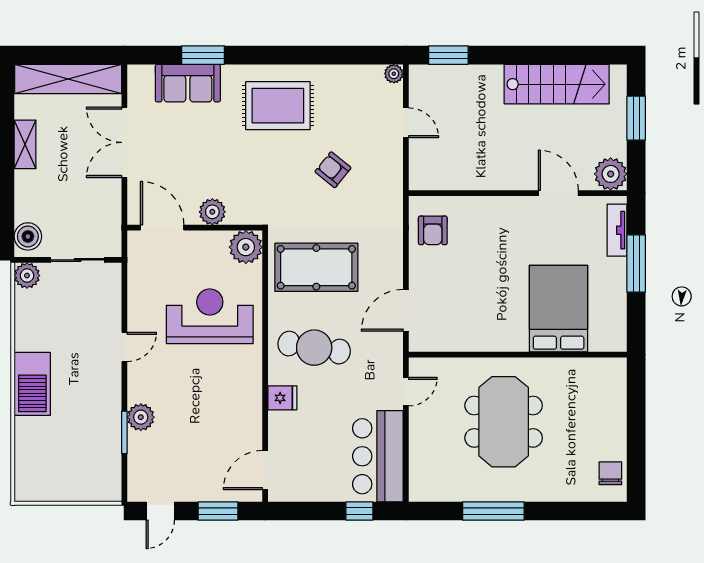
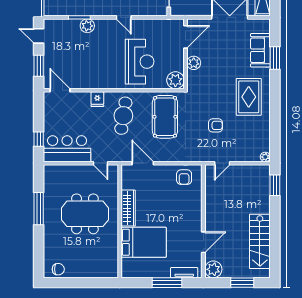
door: (406, 123) -> (222, 163), moved
armchair: (333, 170) -> (215, 125), turned 51
armchair: (433, 230) -> (184, 177), turned -90
wardrobe: (492, 338) -> (128, 208), added

